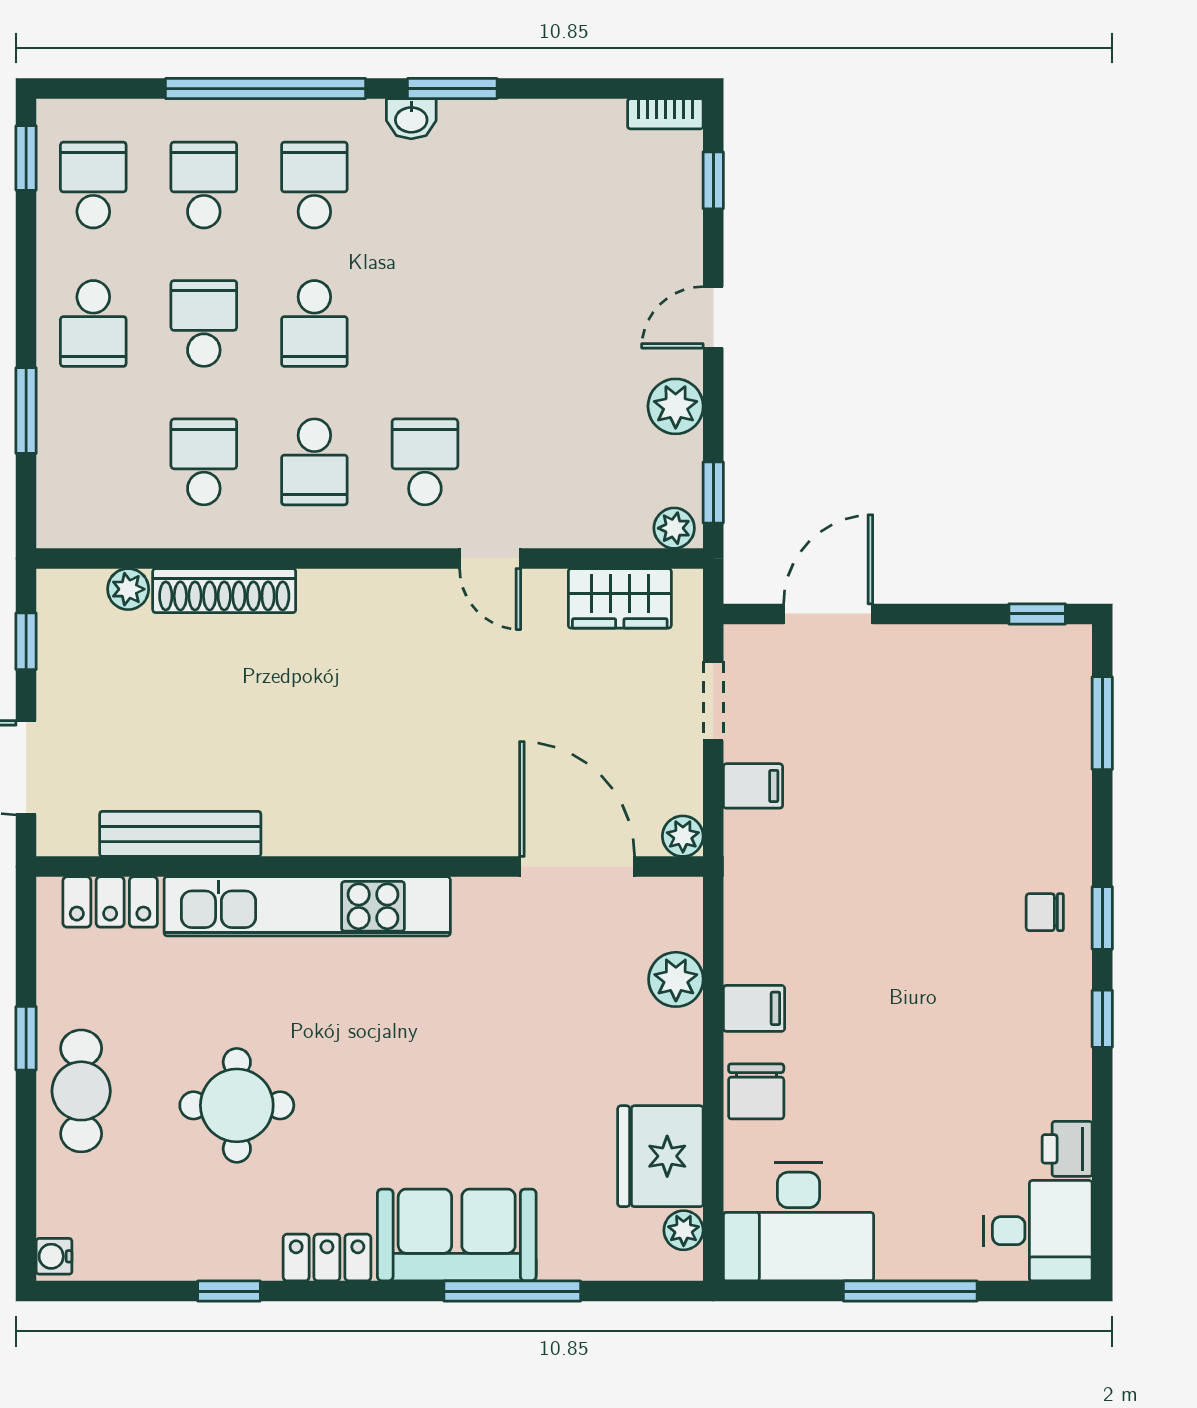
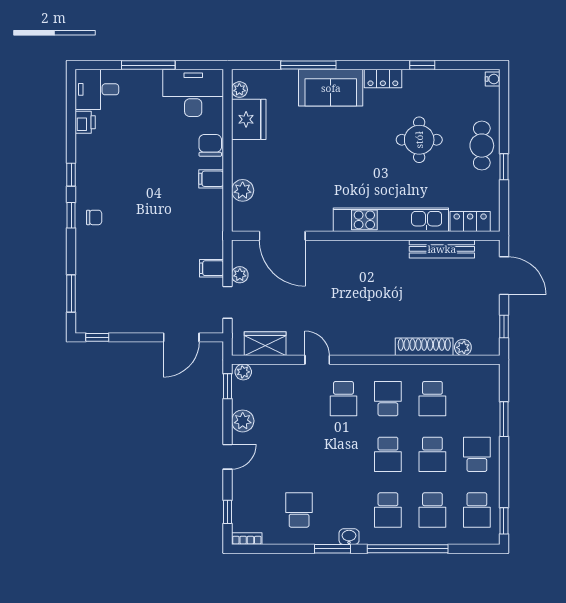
school desk: (535, 185) -> (299, 510), added
school desk: (314, 323) -> (388, 454), turned 180
plant: (683, 836) -> (240, 275), moved

